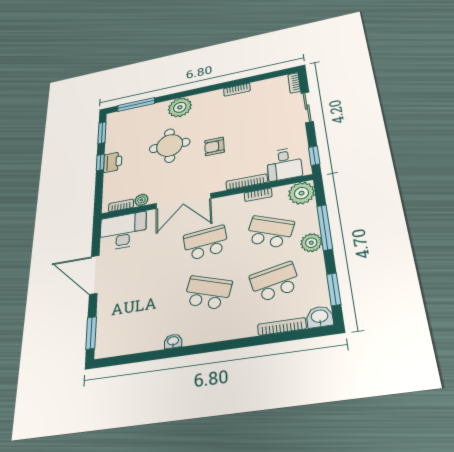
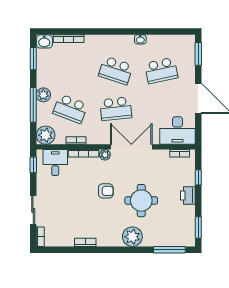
window: (100, 162) -> (198, 177), moved
plant: (141, 200) -> (105, 155), moved
school desk: (275, 282) -> (161, 70), moved

